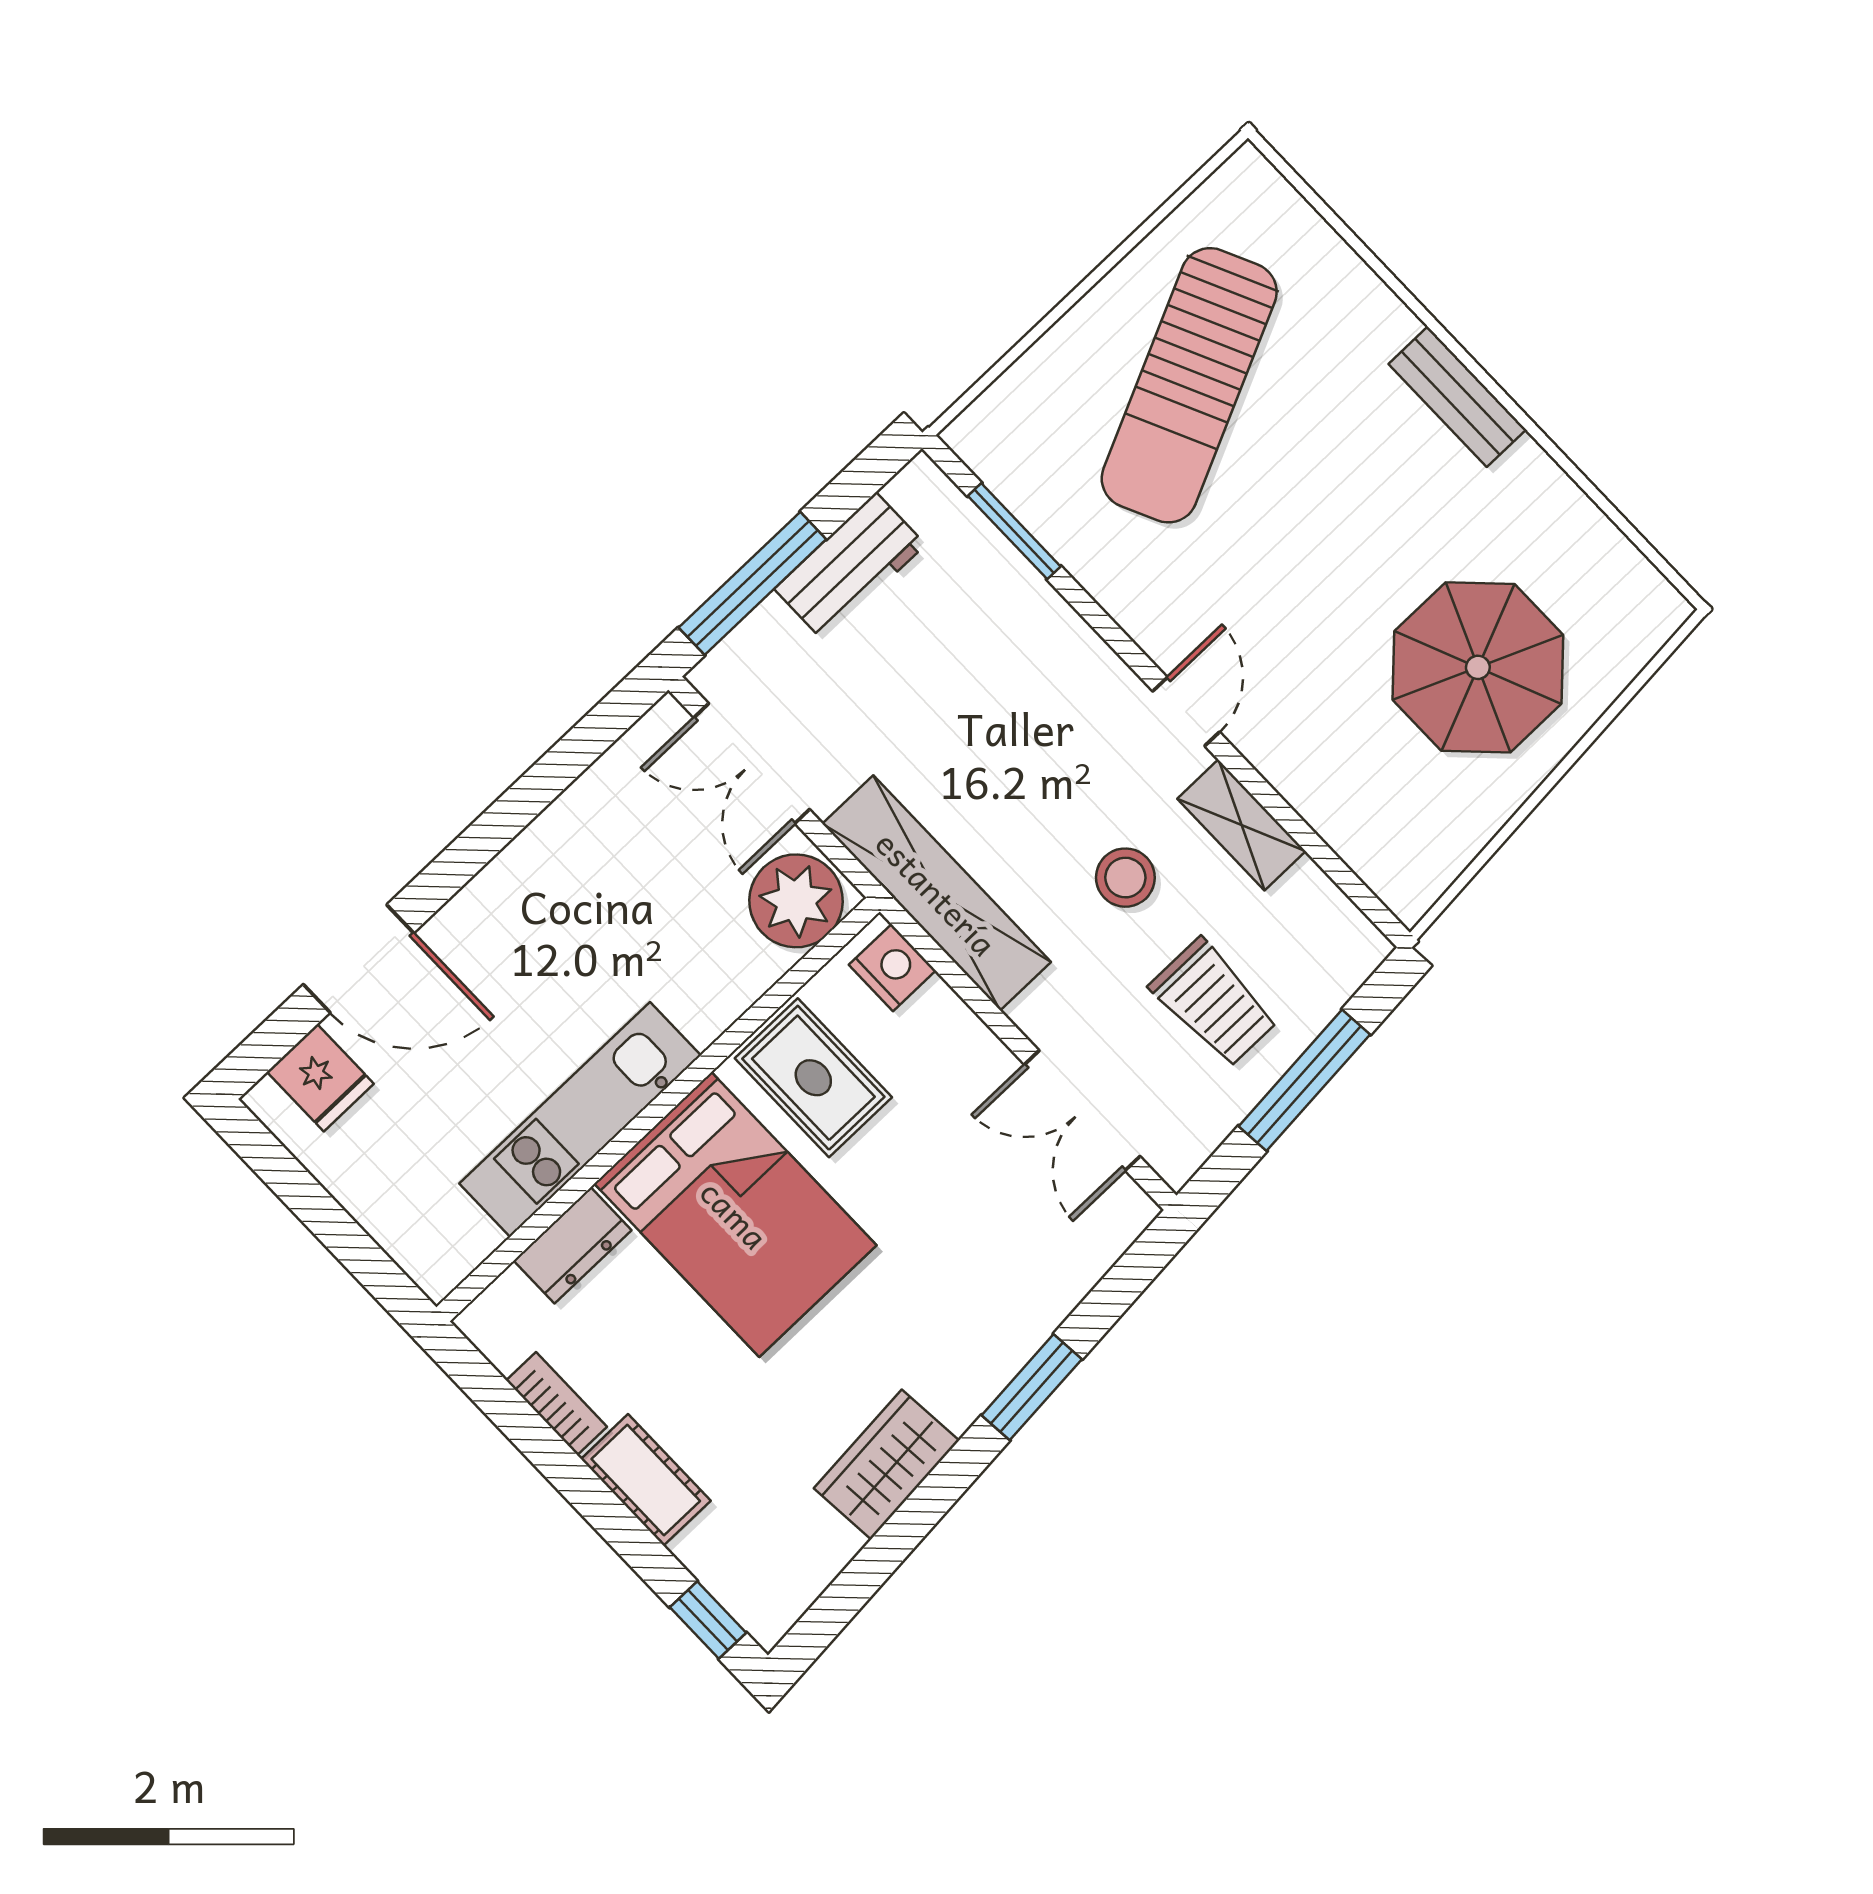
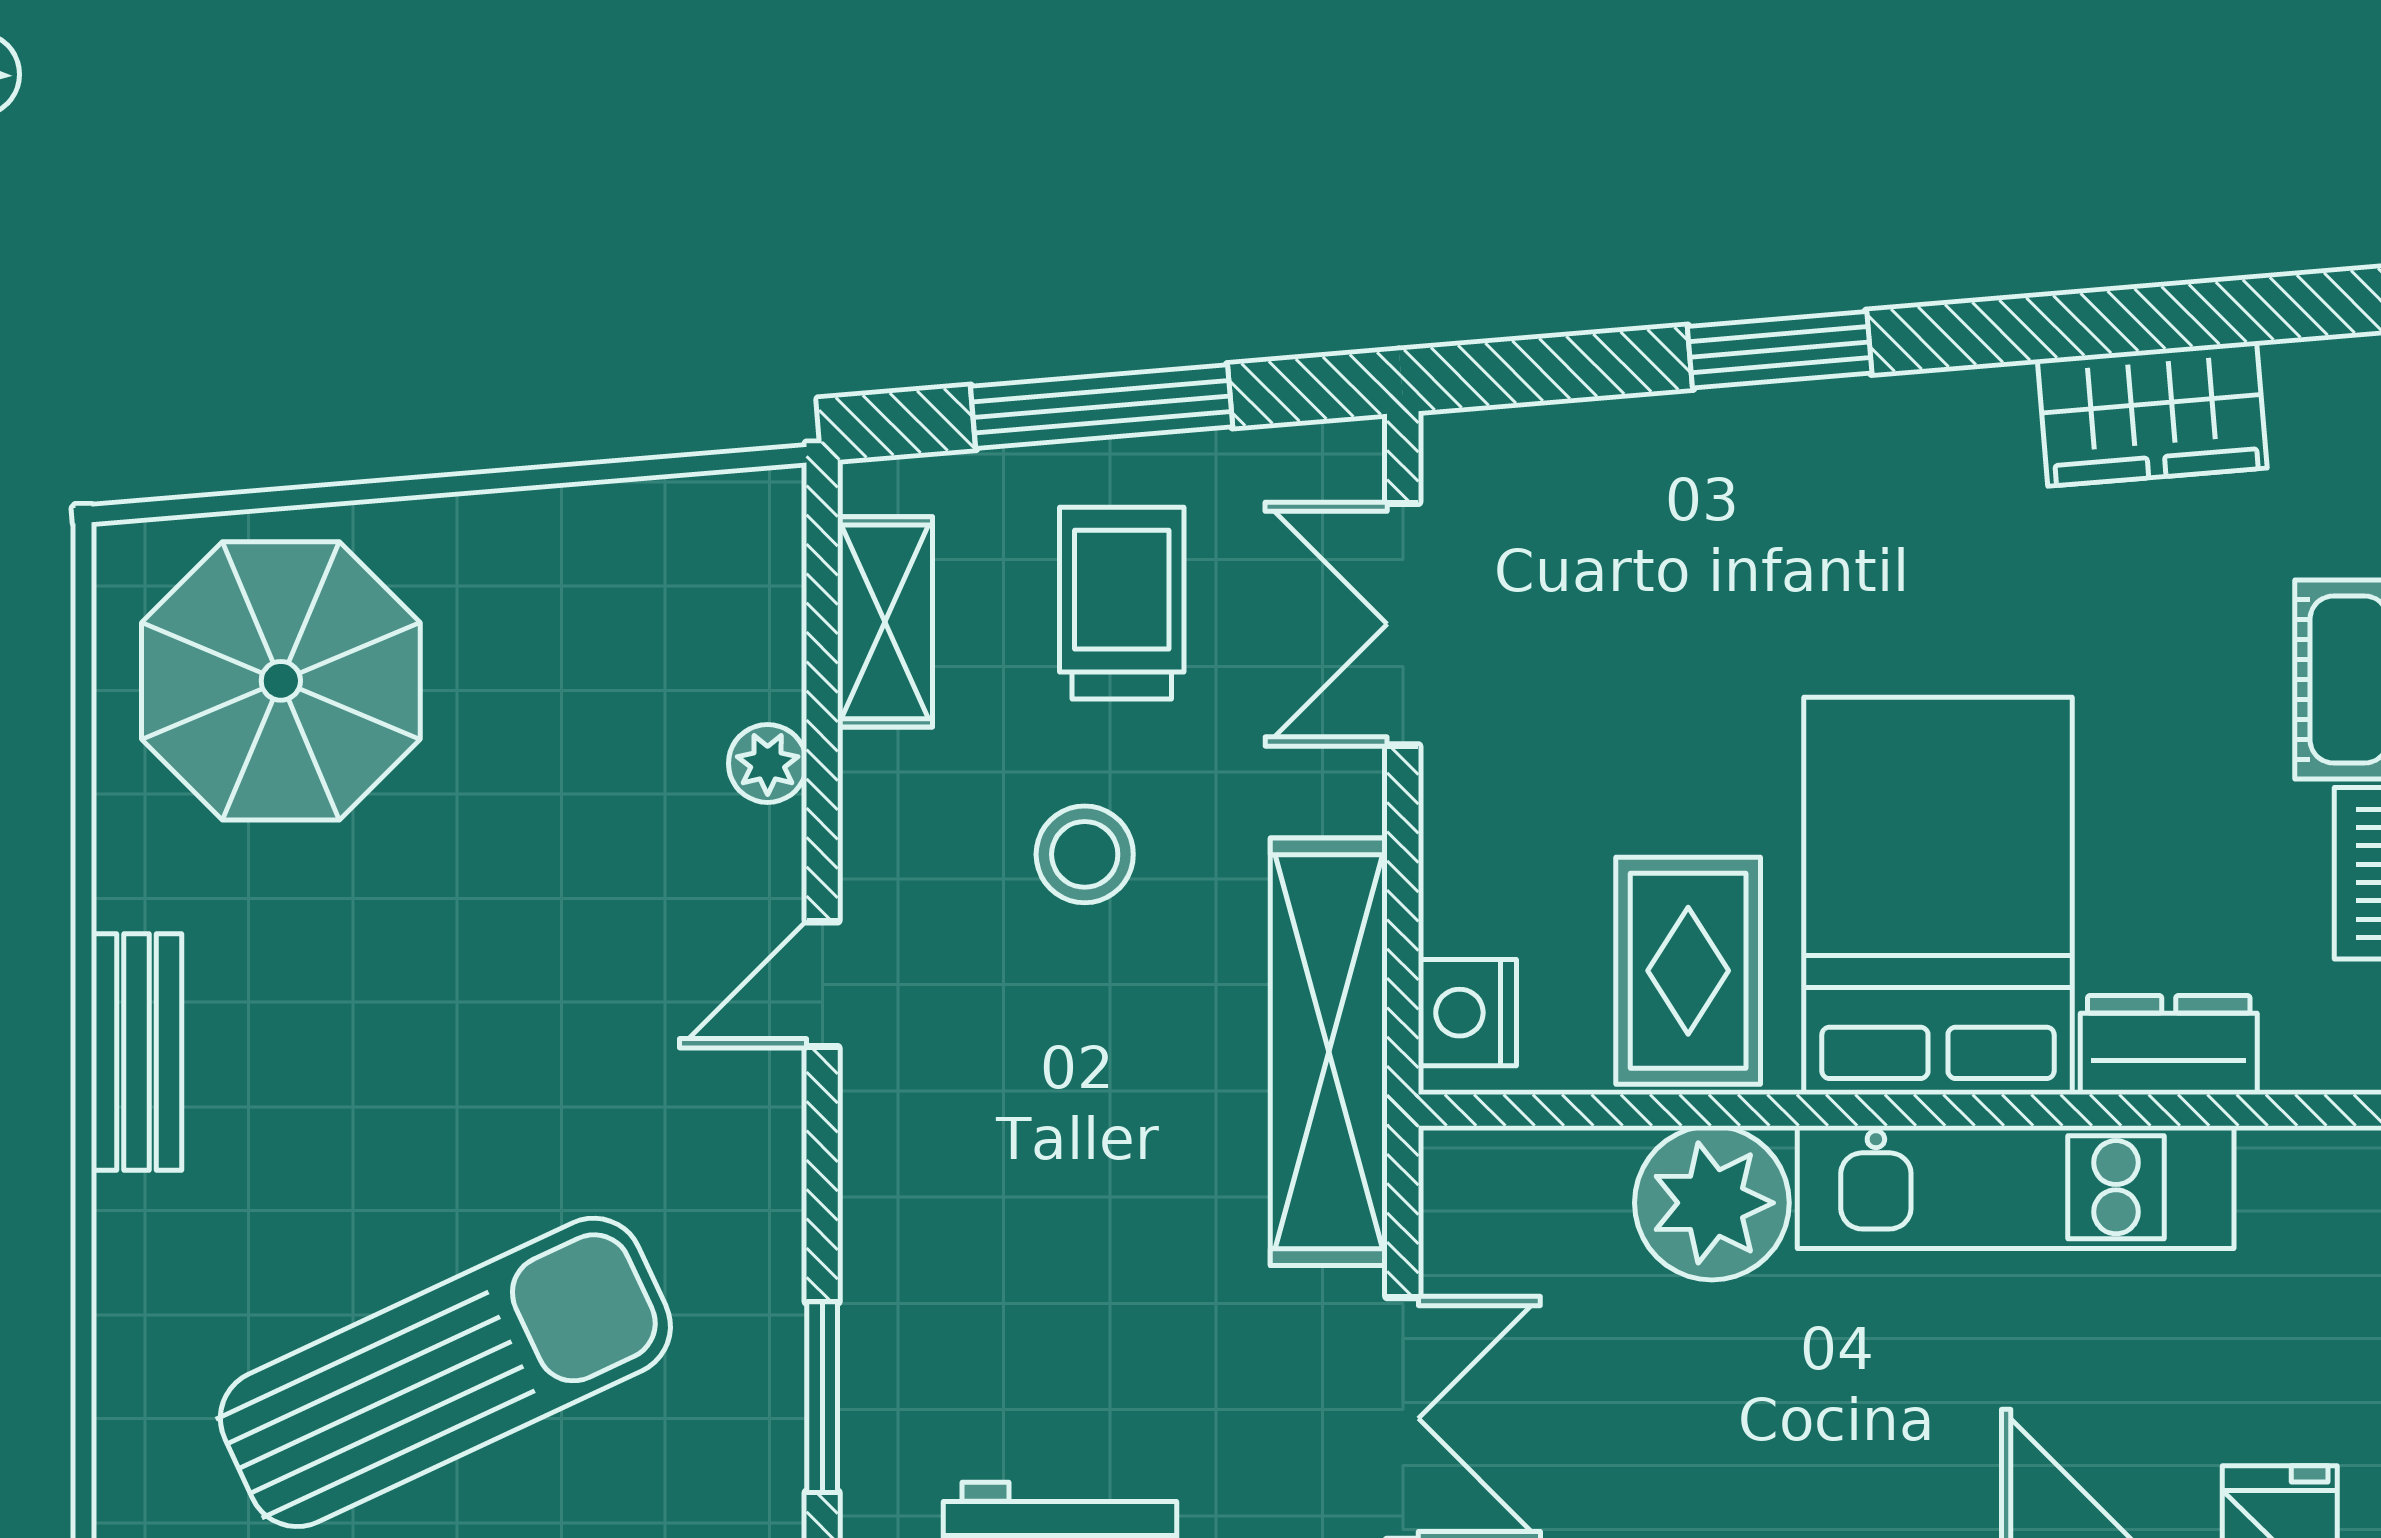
parasol: (1478, 667) -> (281, 681), moved
plant: (1302, 785) -> (768, 763), added
shelving: (1241, 825) -> (885, 622), moved
plant: (796, 901) -> (1712, 1203), moved
double door: (1082, 1110) -> (1403, 624), swing flipped
wardrobe: (886, 1464) -> (2152, 414), moved

